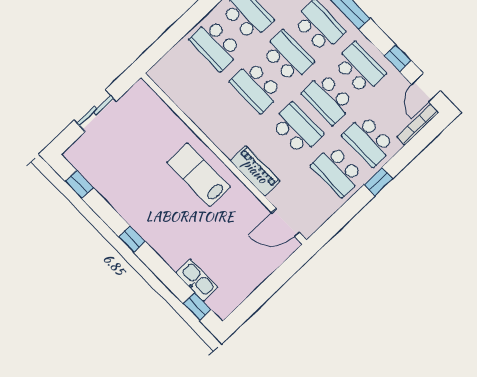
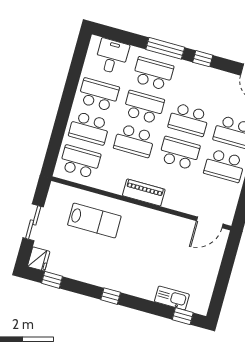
window: (398, 58) -> (203, 59), moved
school desk: (359, 68) -> (80, 162), moved
fridge: (78, 154) -> (39, 259), added
piano: (255, 171) -> (144, 192), moved
lab bench: (199, 175) -> (94, 221), moved, turned 180

